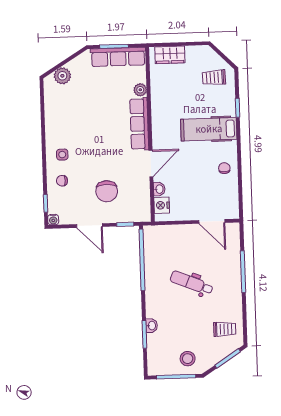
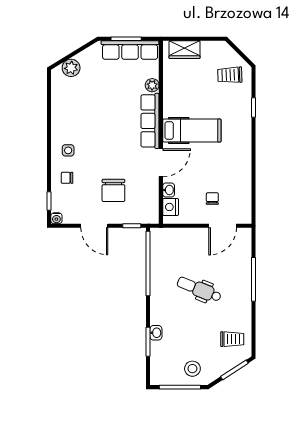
hospital bed: (209, 129) -> (192, 130), moved, turned 180
chair: (224, 168) -> (212, 199), moved
door: (212, 221) -> (223, 226), hinge flipped

